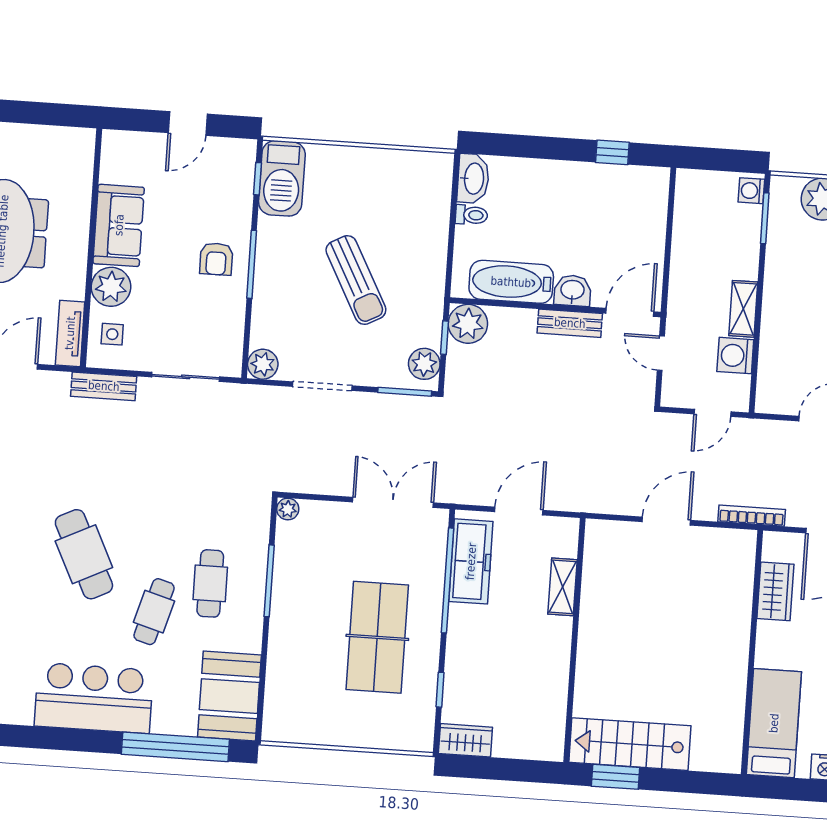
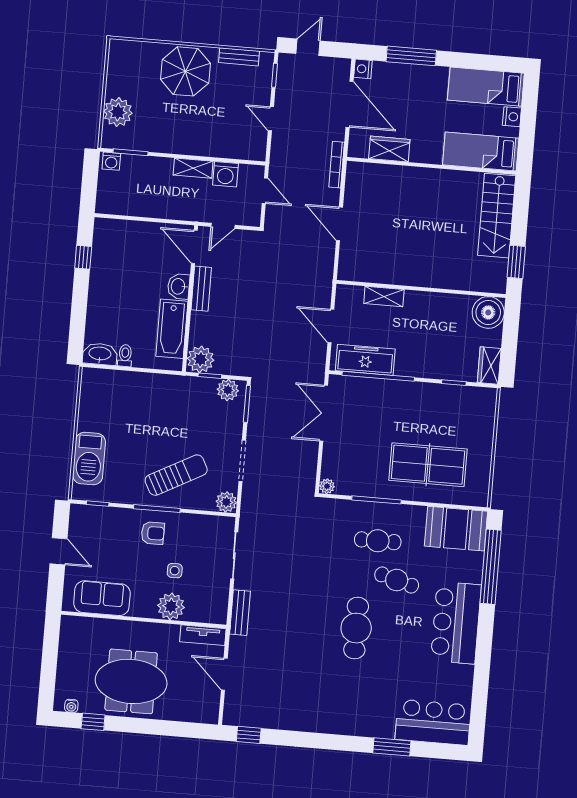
barbecue: (282, 178) -> (89, 459), moved, turned 90
sofa: (119, 225) -> (102, 598), moved
sun lounger: (356, 280) -> (176, 475), moved
side table: (112, 334) -> (175, 571), moved
cafe table: (84, 554) -> (356, 628), turned -64
table tennis table: (377, 637) -> (428, 465), moved
boiler: (542, 738) -> (488, 312), added
stairs: (630, 744) -> (497, 216), moved

